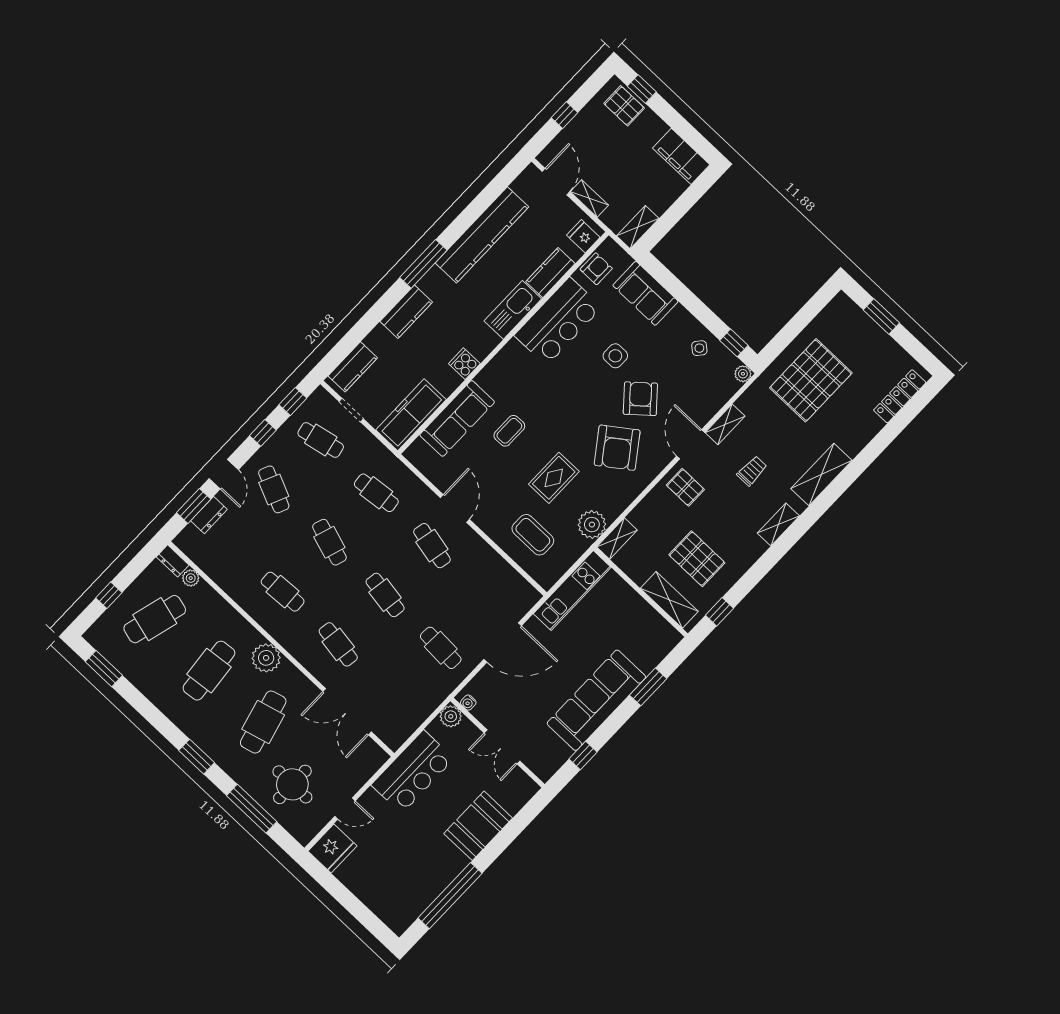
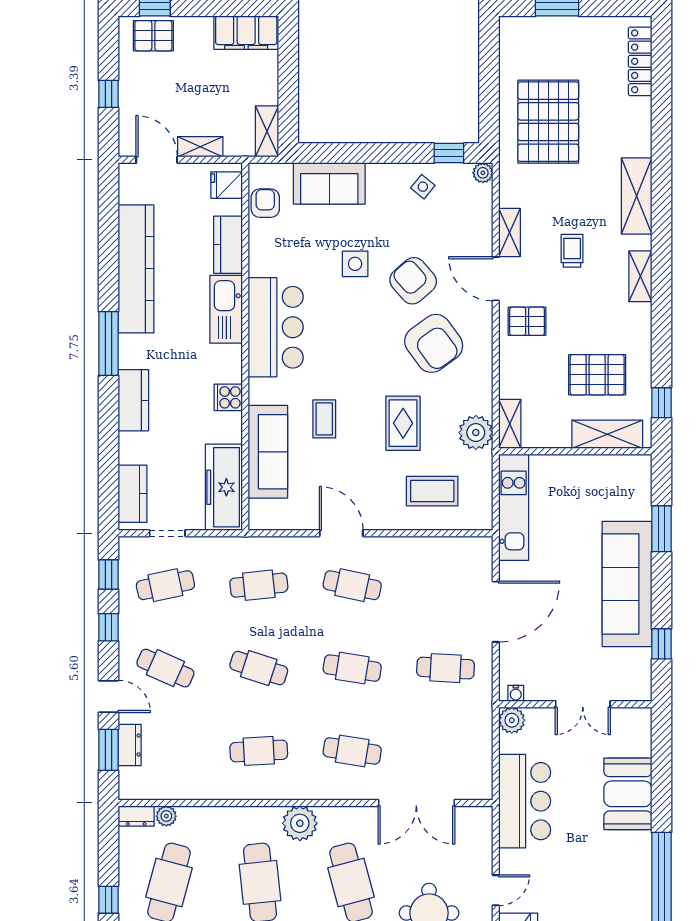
bar counter: (558, 321) -> (276, 327), moved

